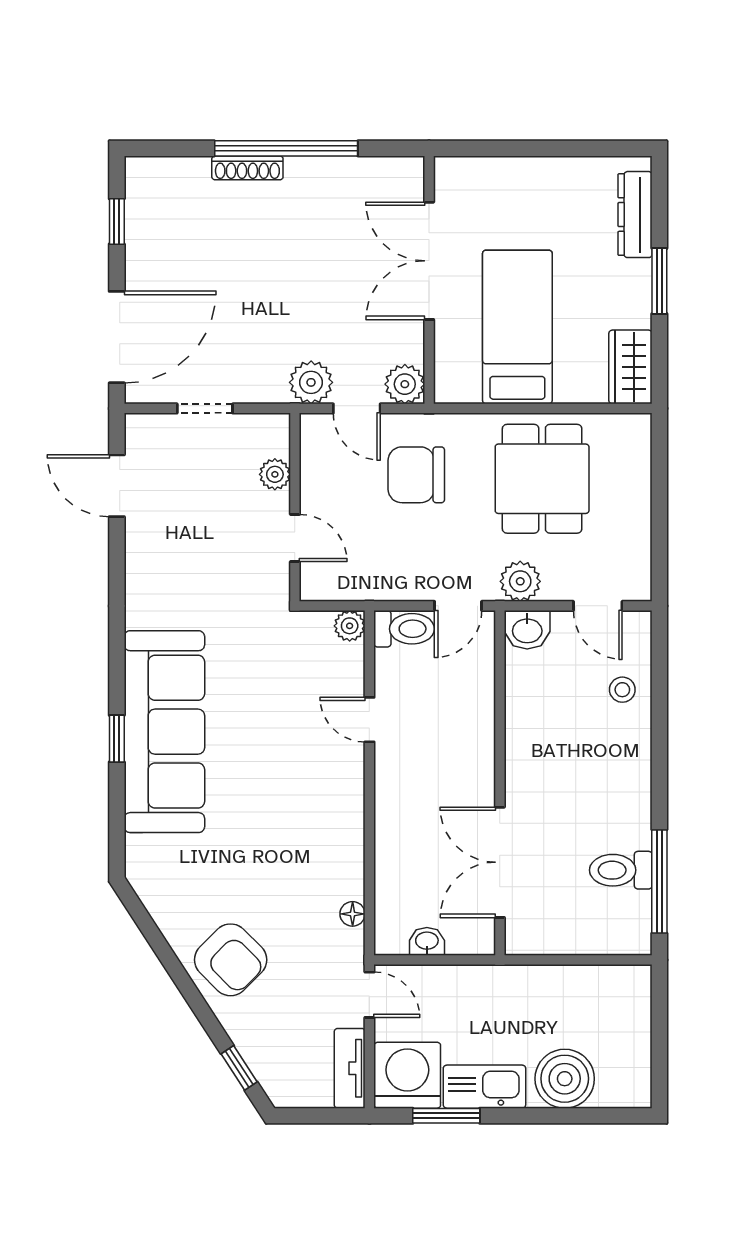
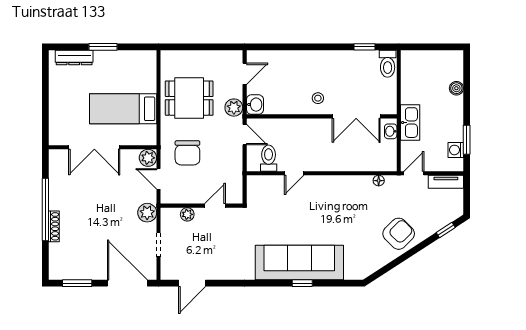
window: (117, 221) -> (77, 283), width x1.50
wardrobe: (630, 367) -> (140, 60), removed
plant: (311, 382) -> (147, 213), moved
door: (357, 408) -> (159, 179), swing flipped
plant: (350, 626) -> (253, 182), removed
toilet: (404, 629) -> (269, 158), moved
stool: (622, 690) -> (318, 98), moved
toilet: (621, 870) -> (388, 64), moved
window: (659, 881) -> (365, 47), width x0.46
washbasin: (427, 941) -> (391, 131), moved
washing machine: (407, 1075) -> (456, 150), width x0.53, depth x0.53
boiler: (565, 1079) -> (456, 88), width x0.54, depth x0.54
kitchen sink: (484, 1087) -> (410, 123), moved, turned 180

